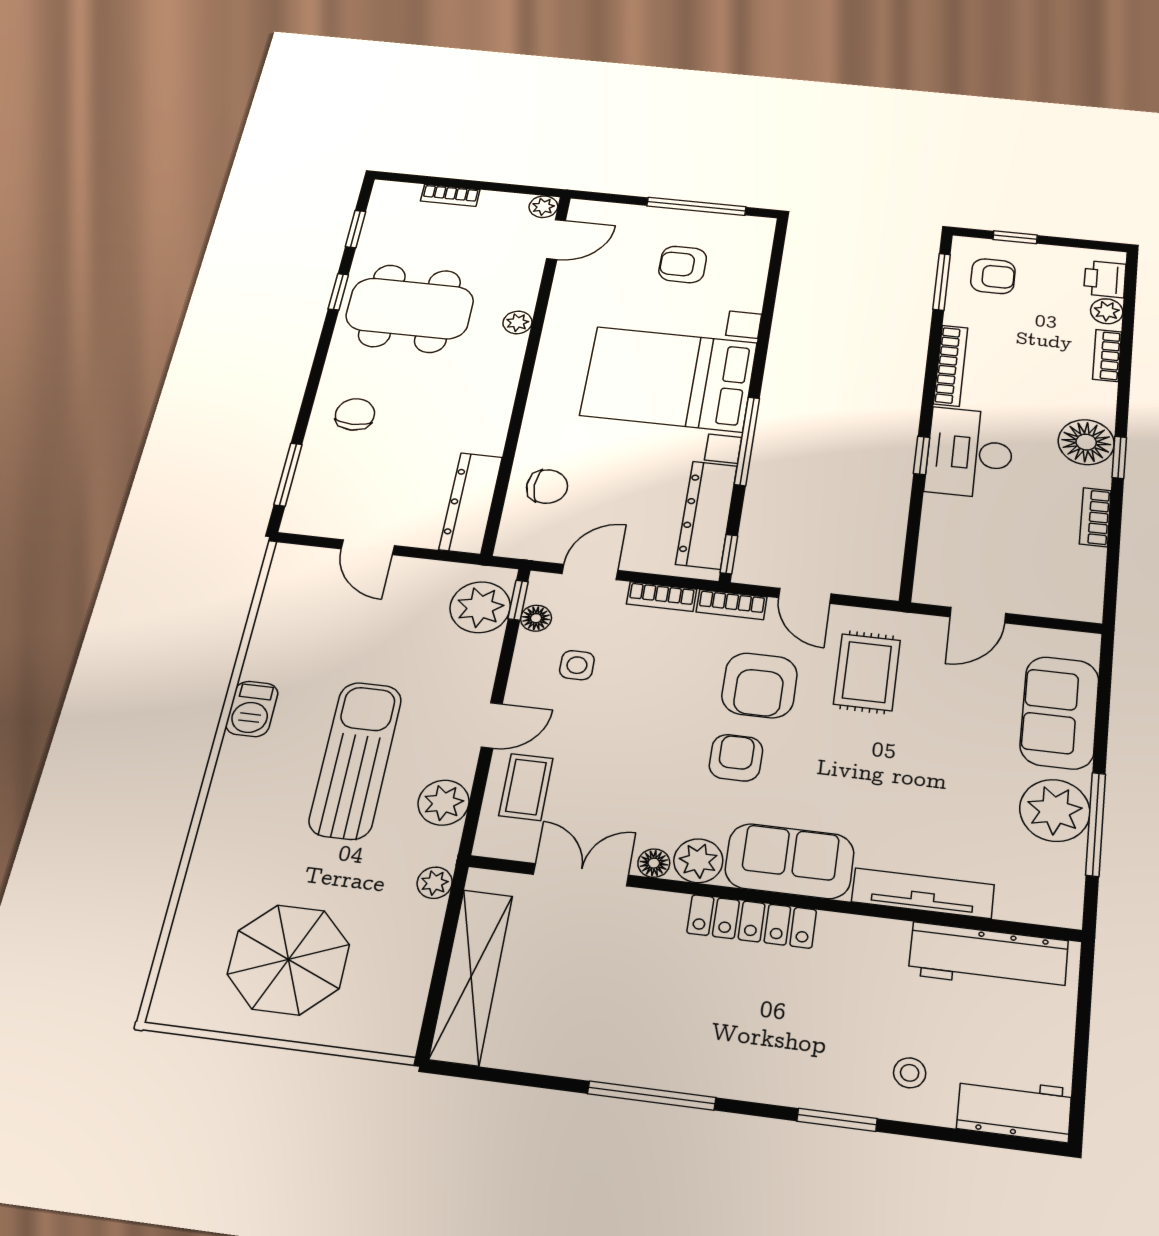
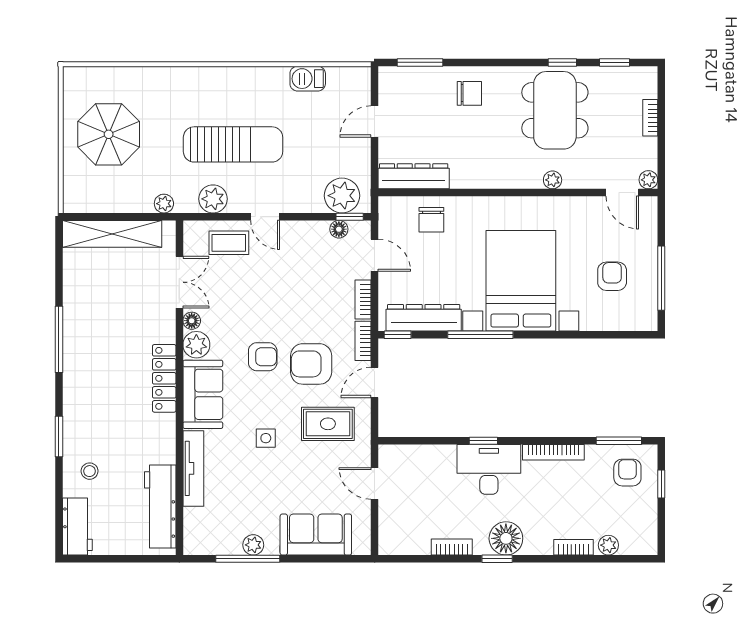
armchair: (993, 276) -> (627, 473), turned 180
printer: (1105, 279) -> (634, 543), removed
side table: (577, 665) -> (266, 438), moved
barbecue: (252, 709) -> (308, 79), moved
plant: (1055, 810) -> (253, 545), width x0.53, depth x0.53

